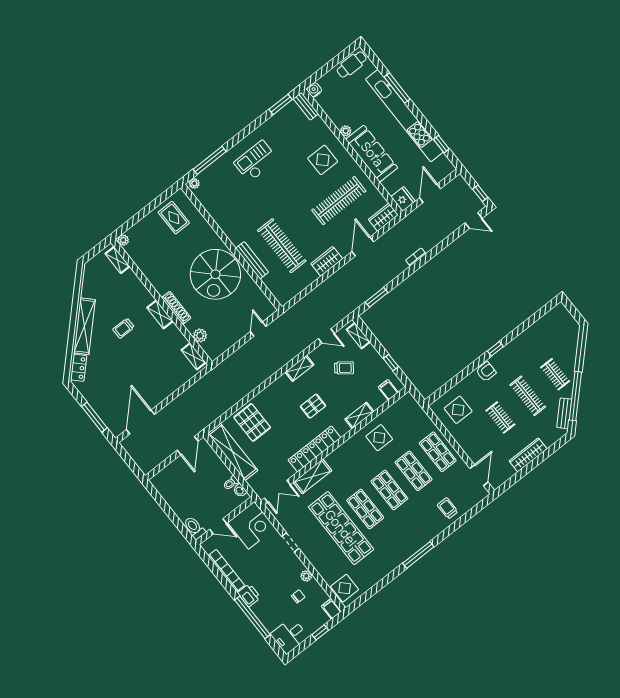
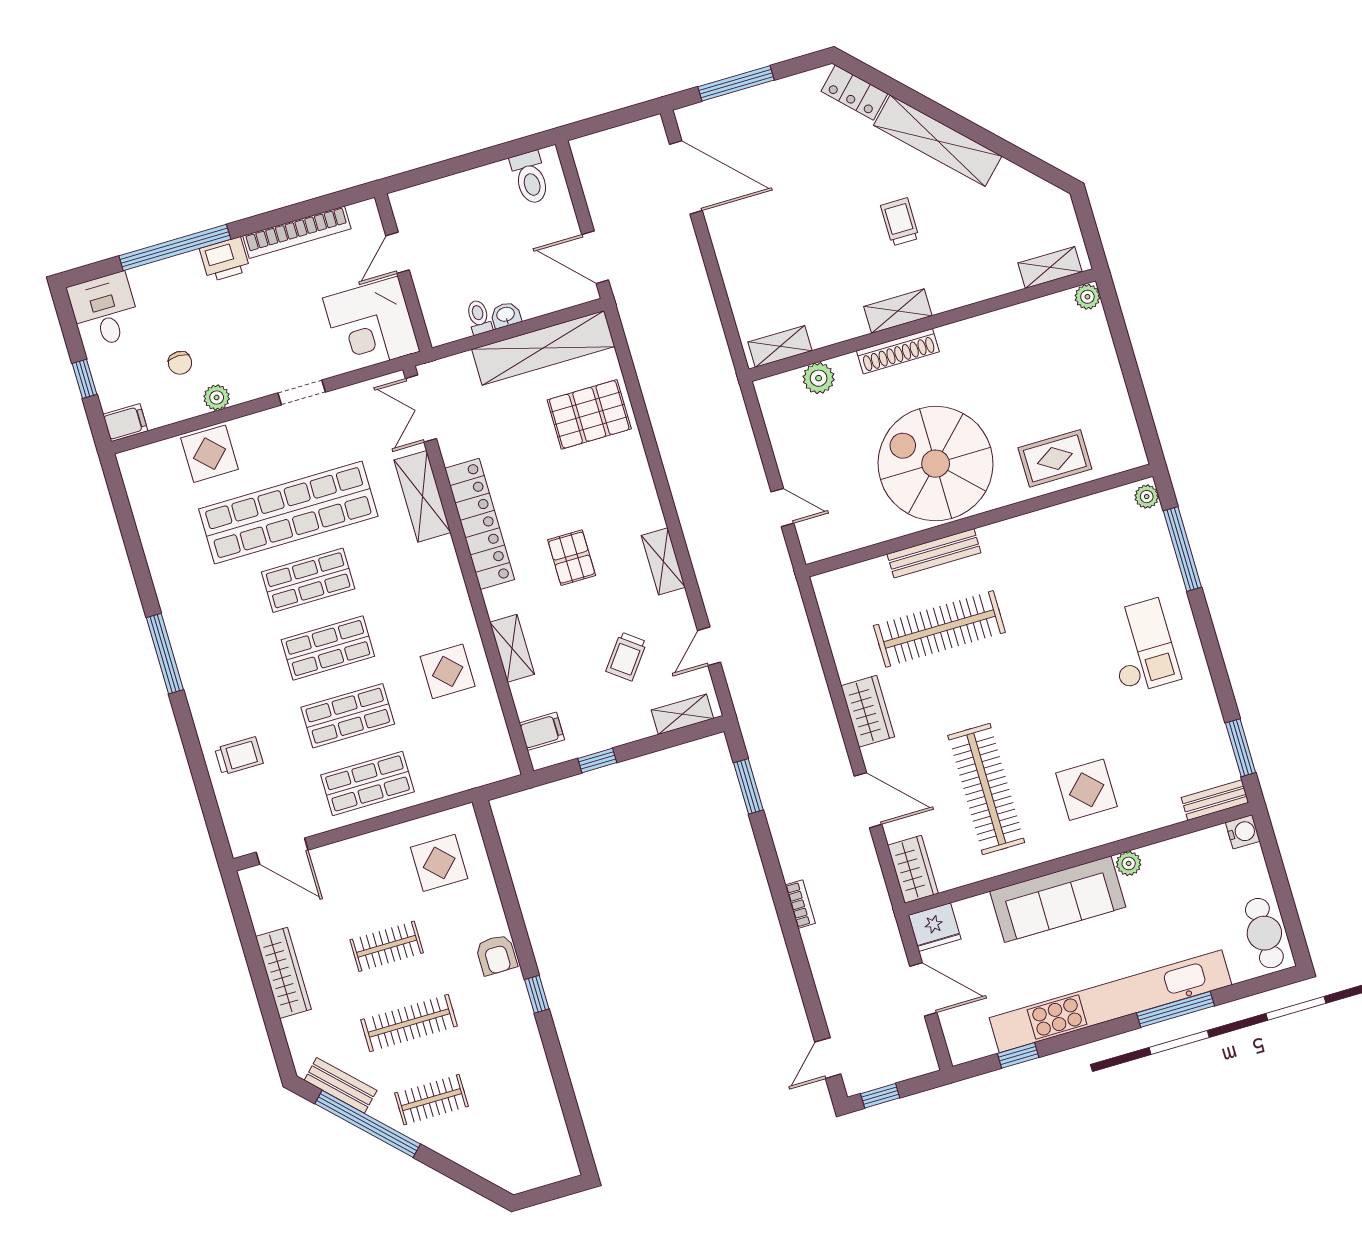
rug: (174, 218) -> (1055, 458), moved
washbasin: (240, 491) -> (506, 315), moved
toilet: (194, 528) -> (530, 178), moved, turned 90
display table: (345, 588) -> (210, 454), moved

